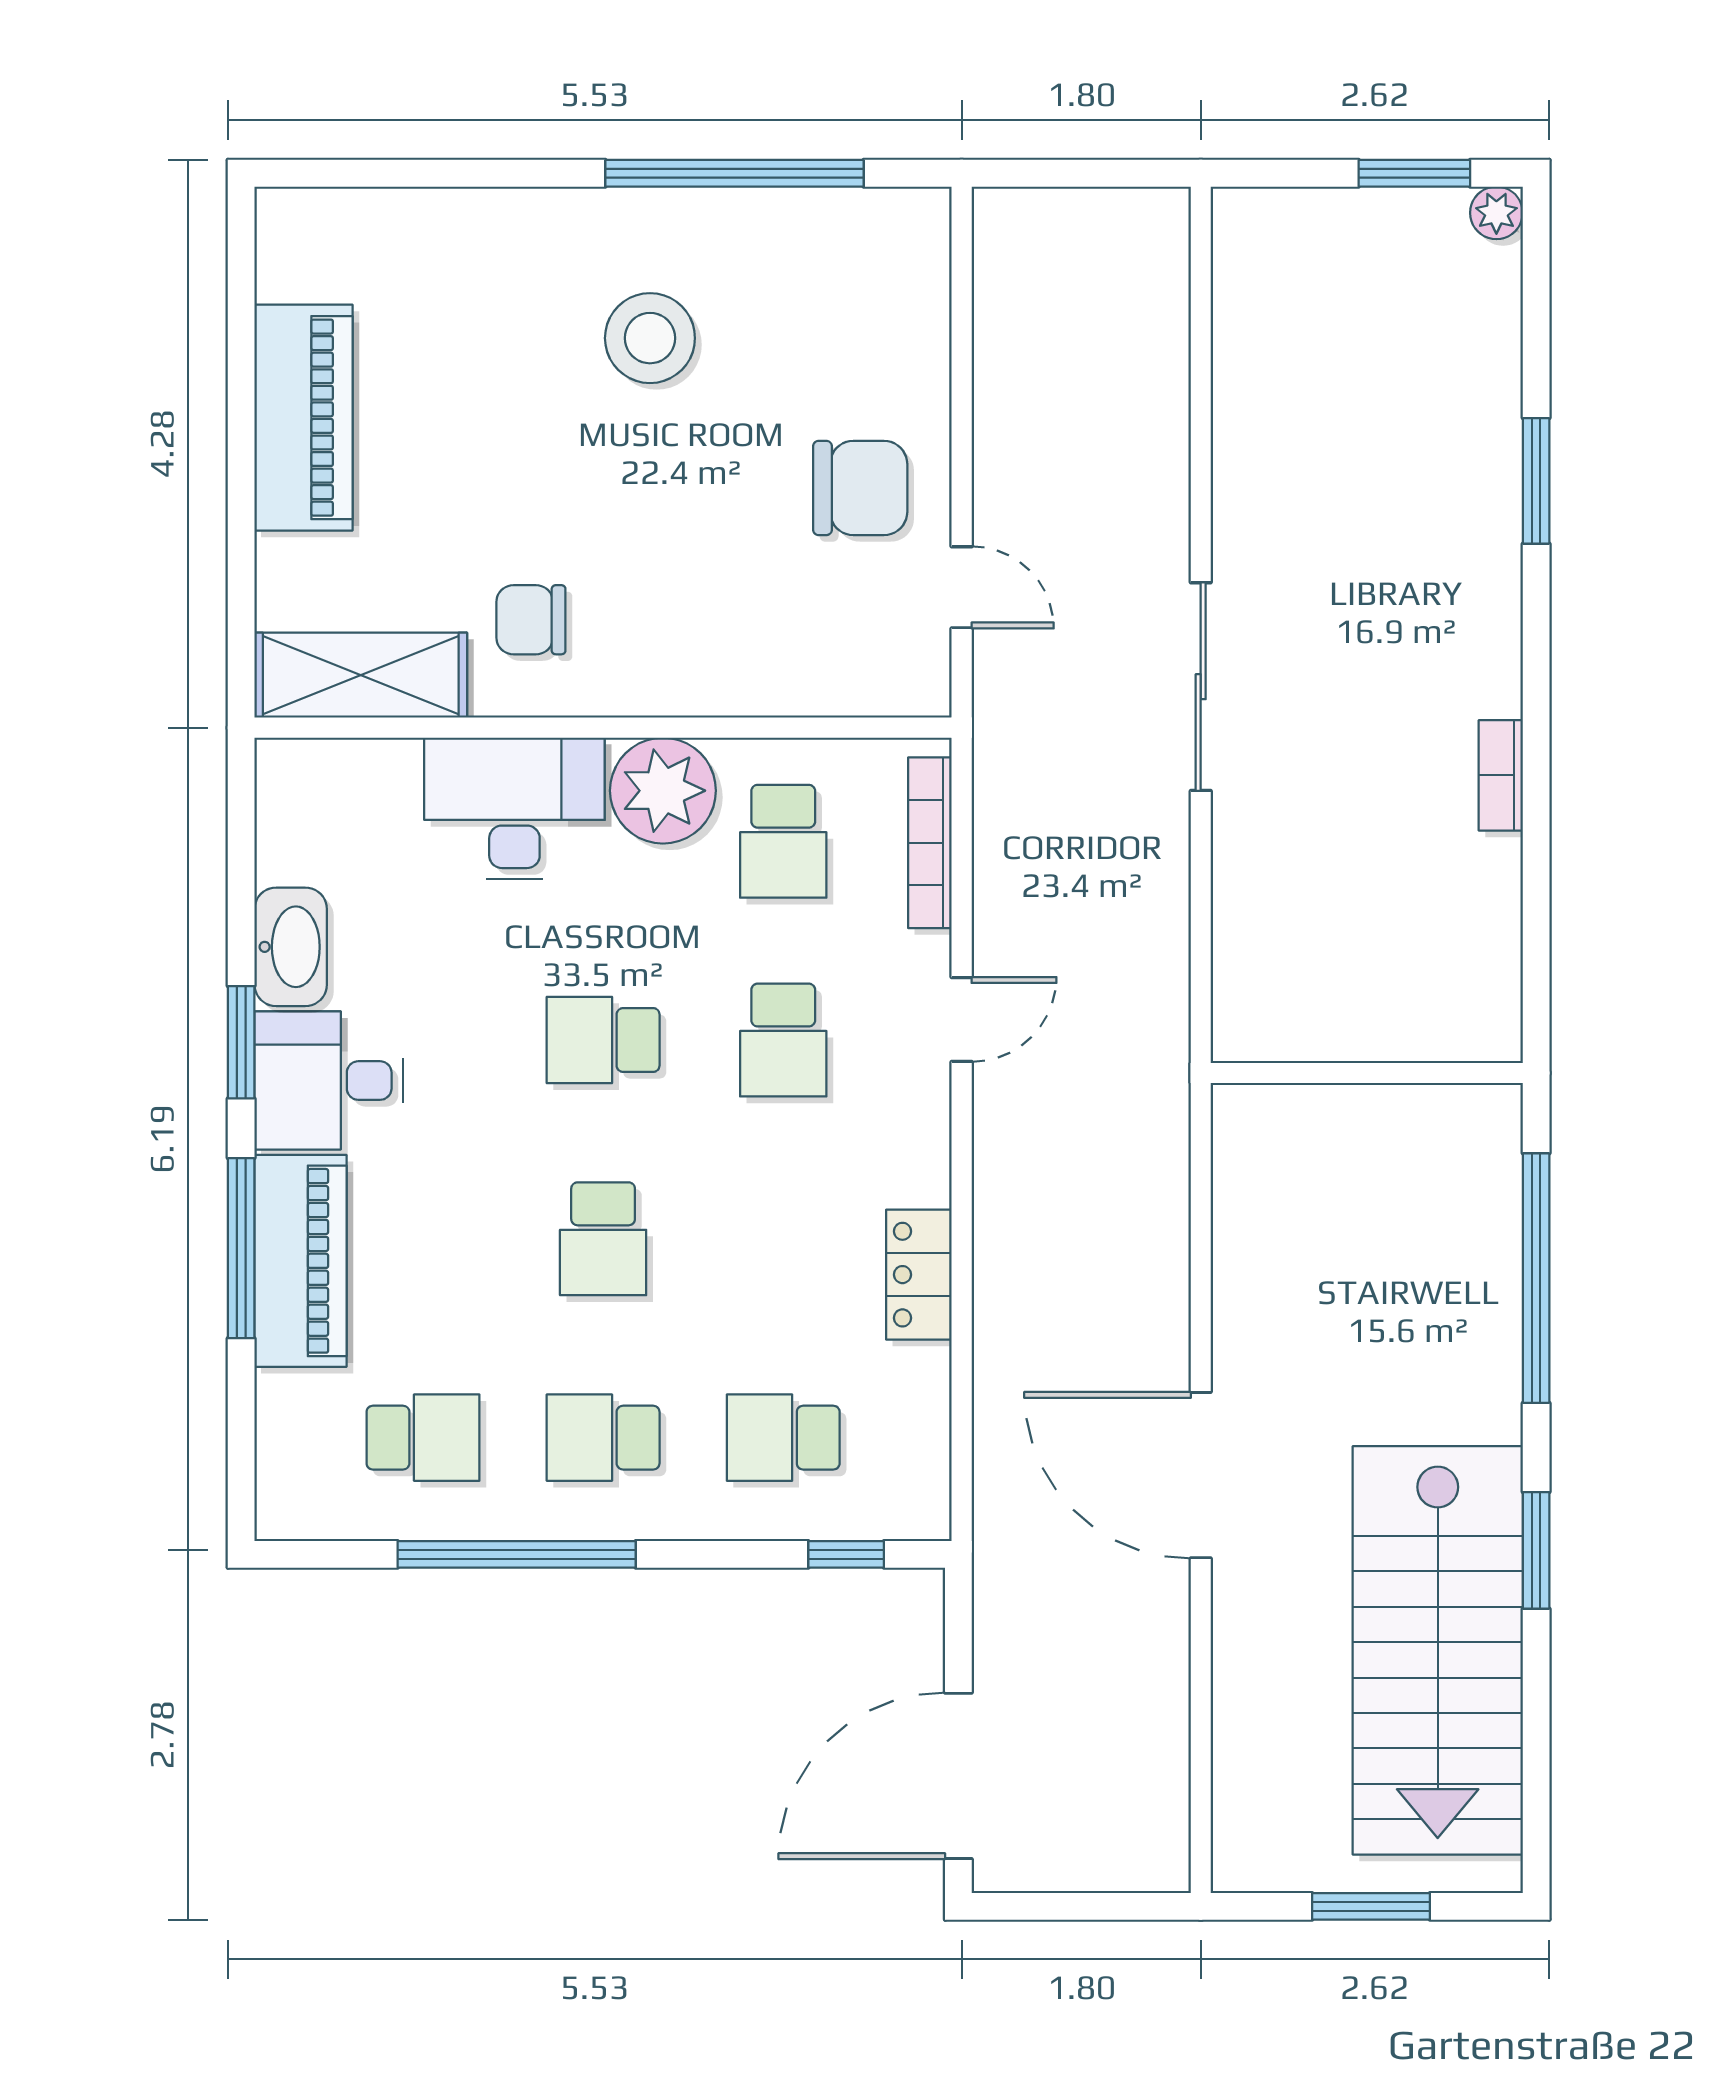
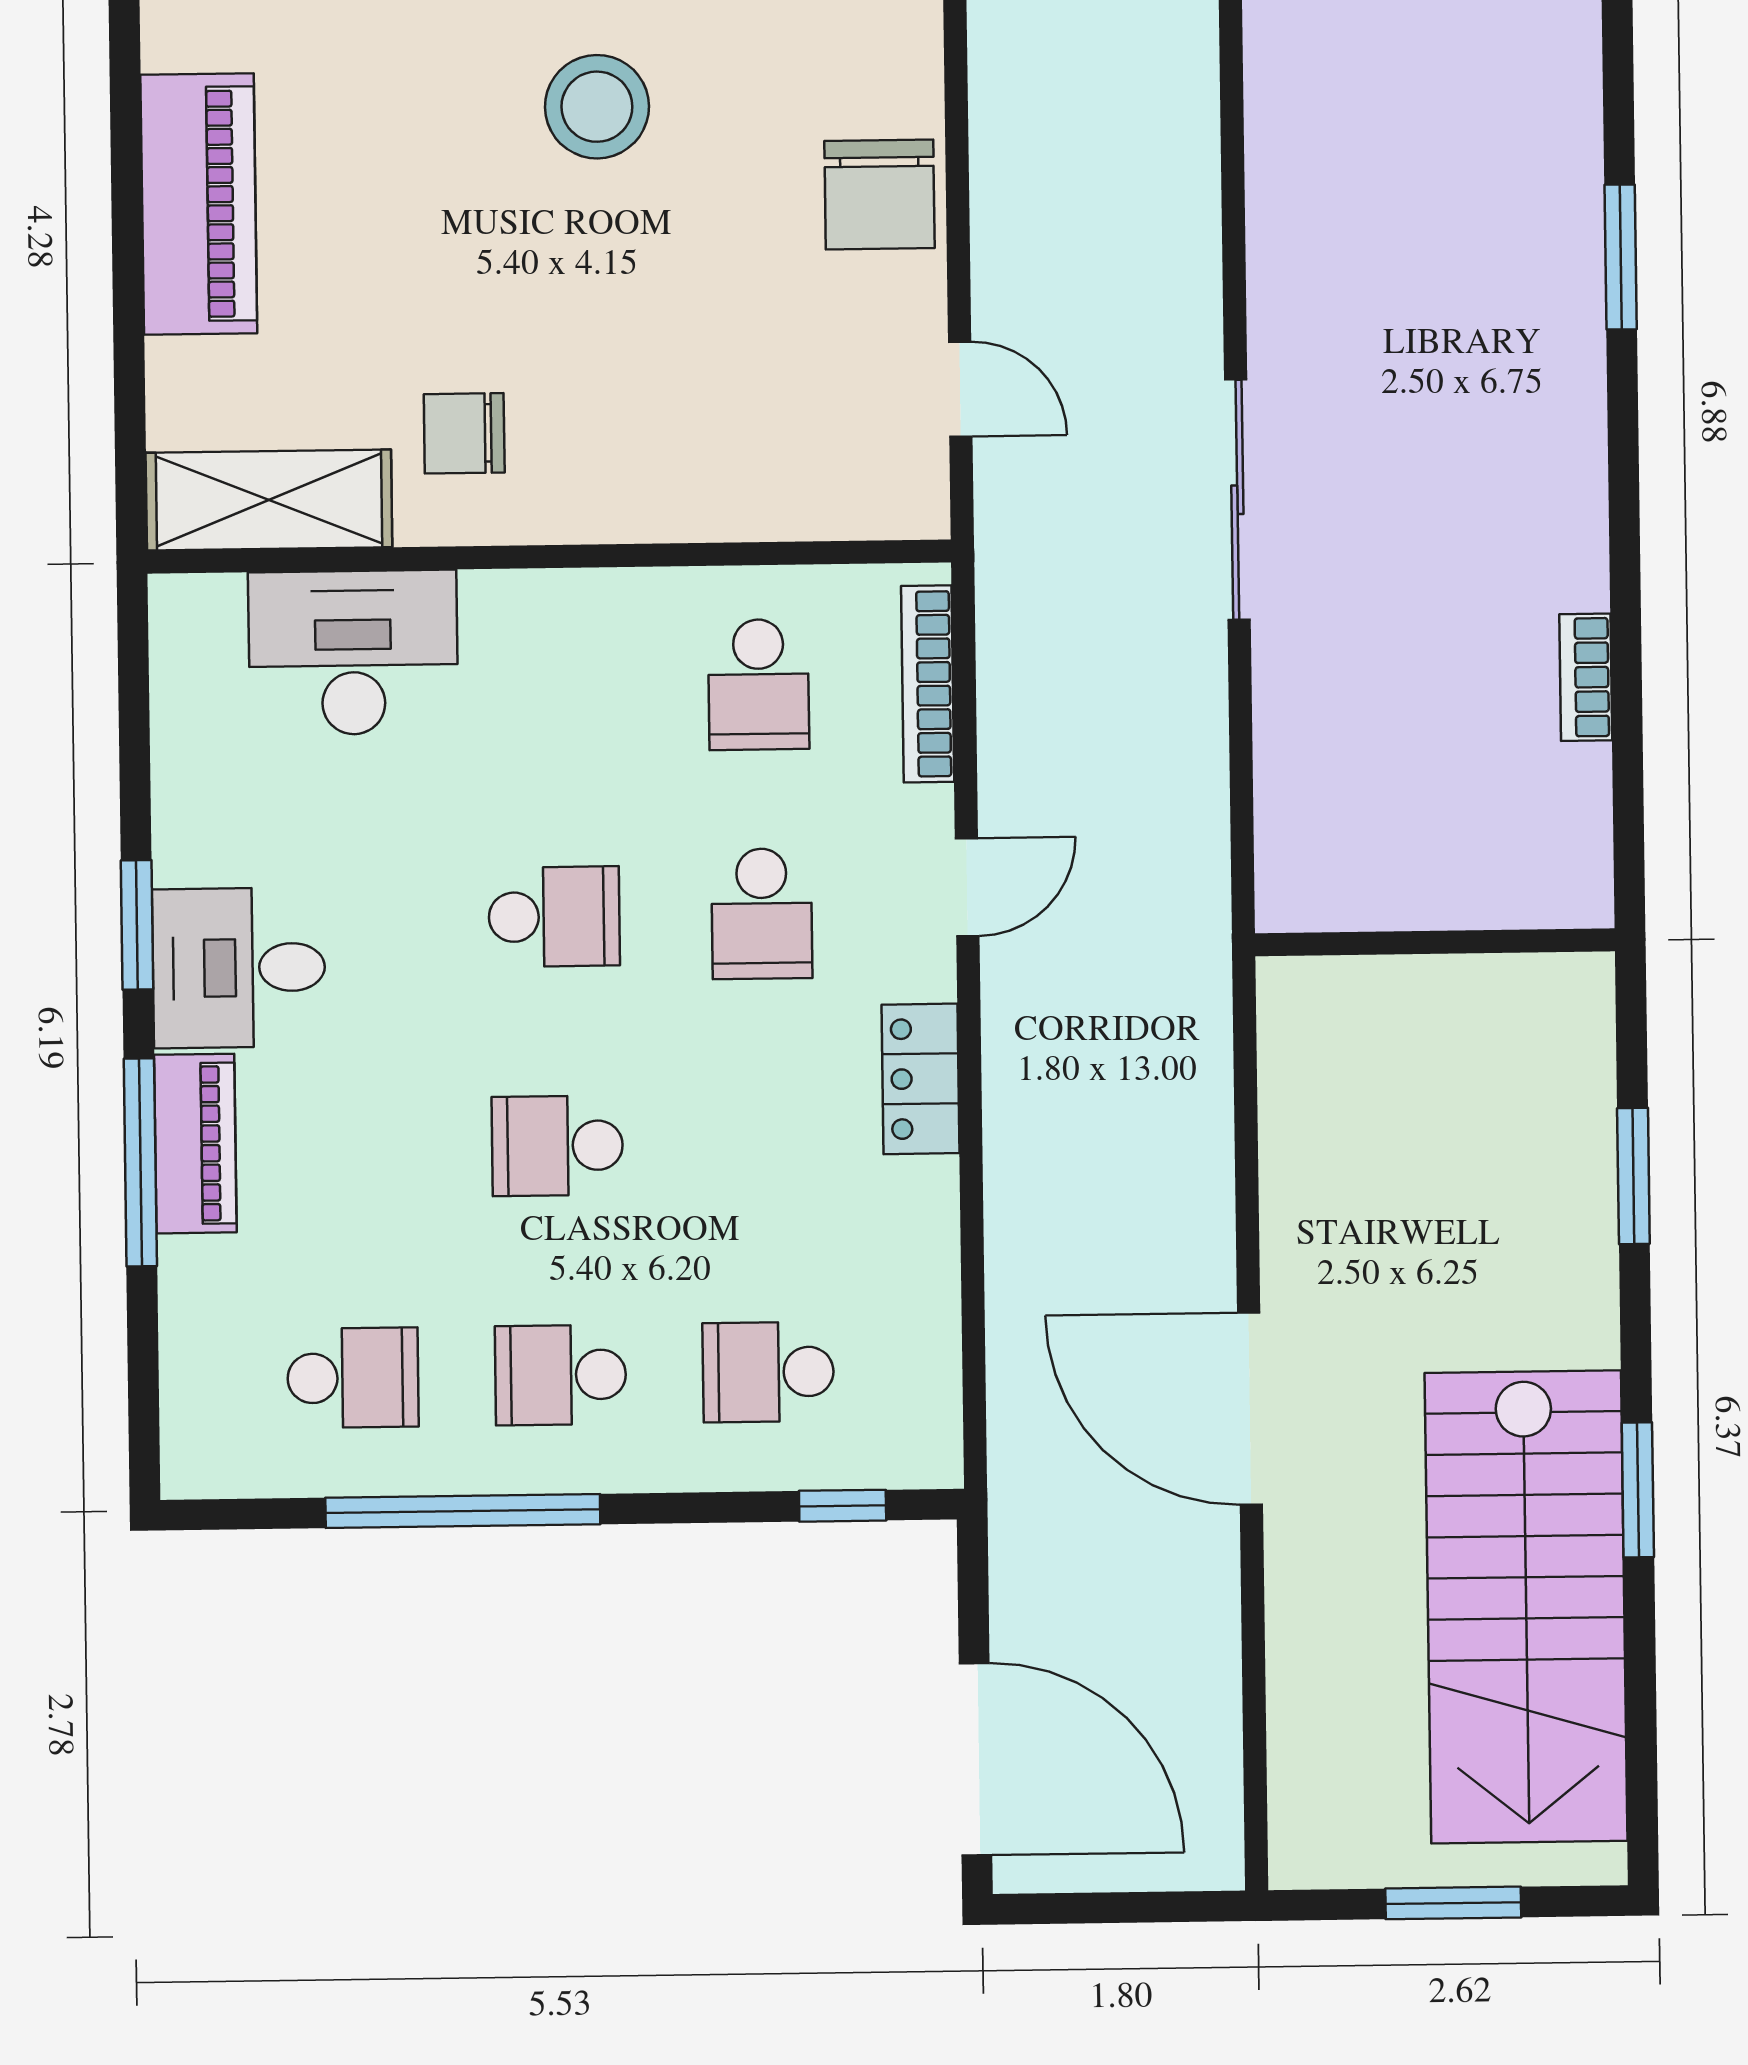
chair: (860, 488) -> (880, 195), moved, turned 90
bookcase: (1501, 775) -> (1586, 677), moved
plant: (663, 791) -> (619, 628), removed
desk: (514, 809) -> (353, 653), moved
washbasin: (291, 947) -> (193, 814), removed
school desk: (603, 1040) -> (554, 917), turned 180
school desk: (603, 1239) -> (557, 1146), turned 90
piano: (300, 1261) -> (195, 1144), width x0.73, depth x0.75
locker: (919, 1275) -> (921, 1079), moved
window: (1536, 1278) -> (1633, 1176), width x0.47
door: (958, 1776) -> (976, 1759), swing flipped

